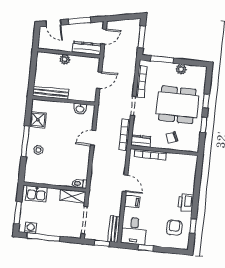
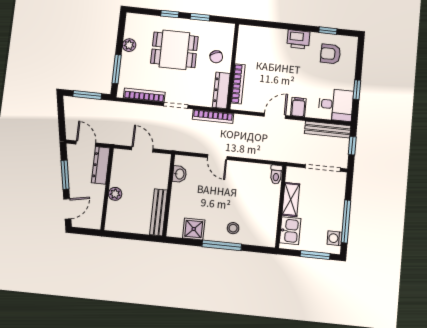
dining table: (177, 105) -> (174, 50), width x0.73
dresser: (141, 141) -> (221, 90), width x1.44
shelving: (73, 196) -> (291, 200), moved
bench: (114, 229) -> (328, 130), width x1.36

